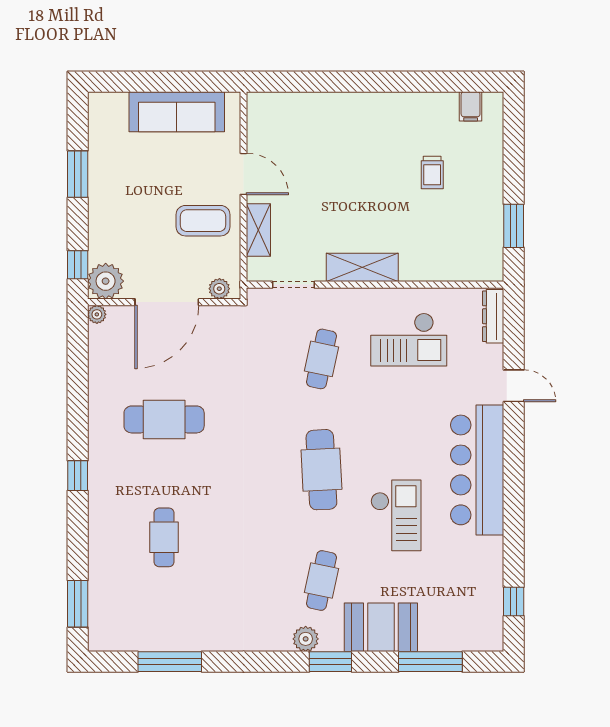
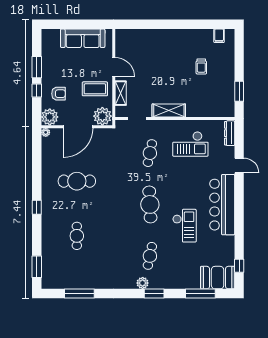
armchair: (125, 231) -> (58, 94), added
window: (78, 265) -> (37, 90), moved
plant: (219, 289) -> (102, 116), width x1.88, depth x1.88
booth: (381, 627) -> (218, 278), moved

